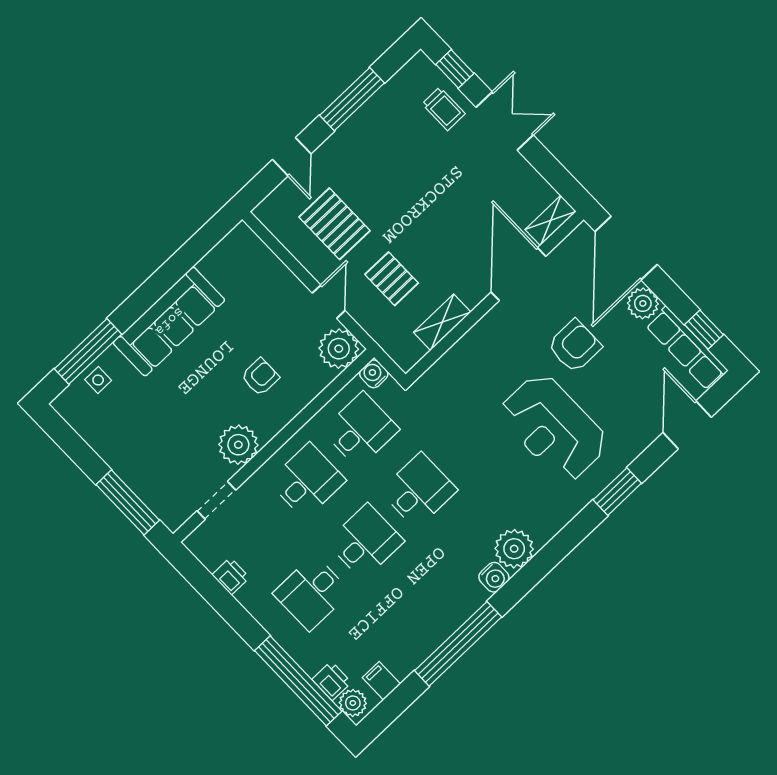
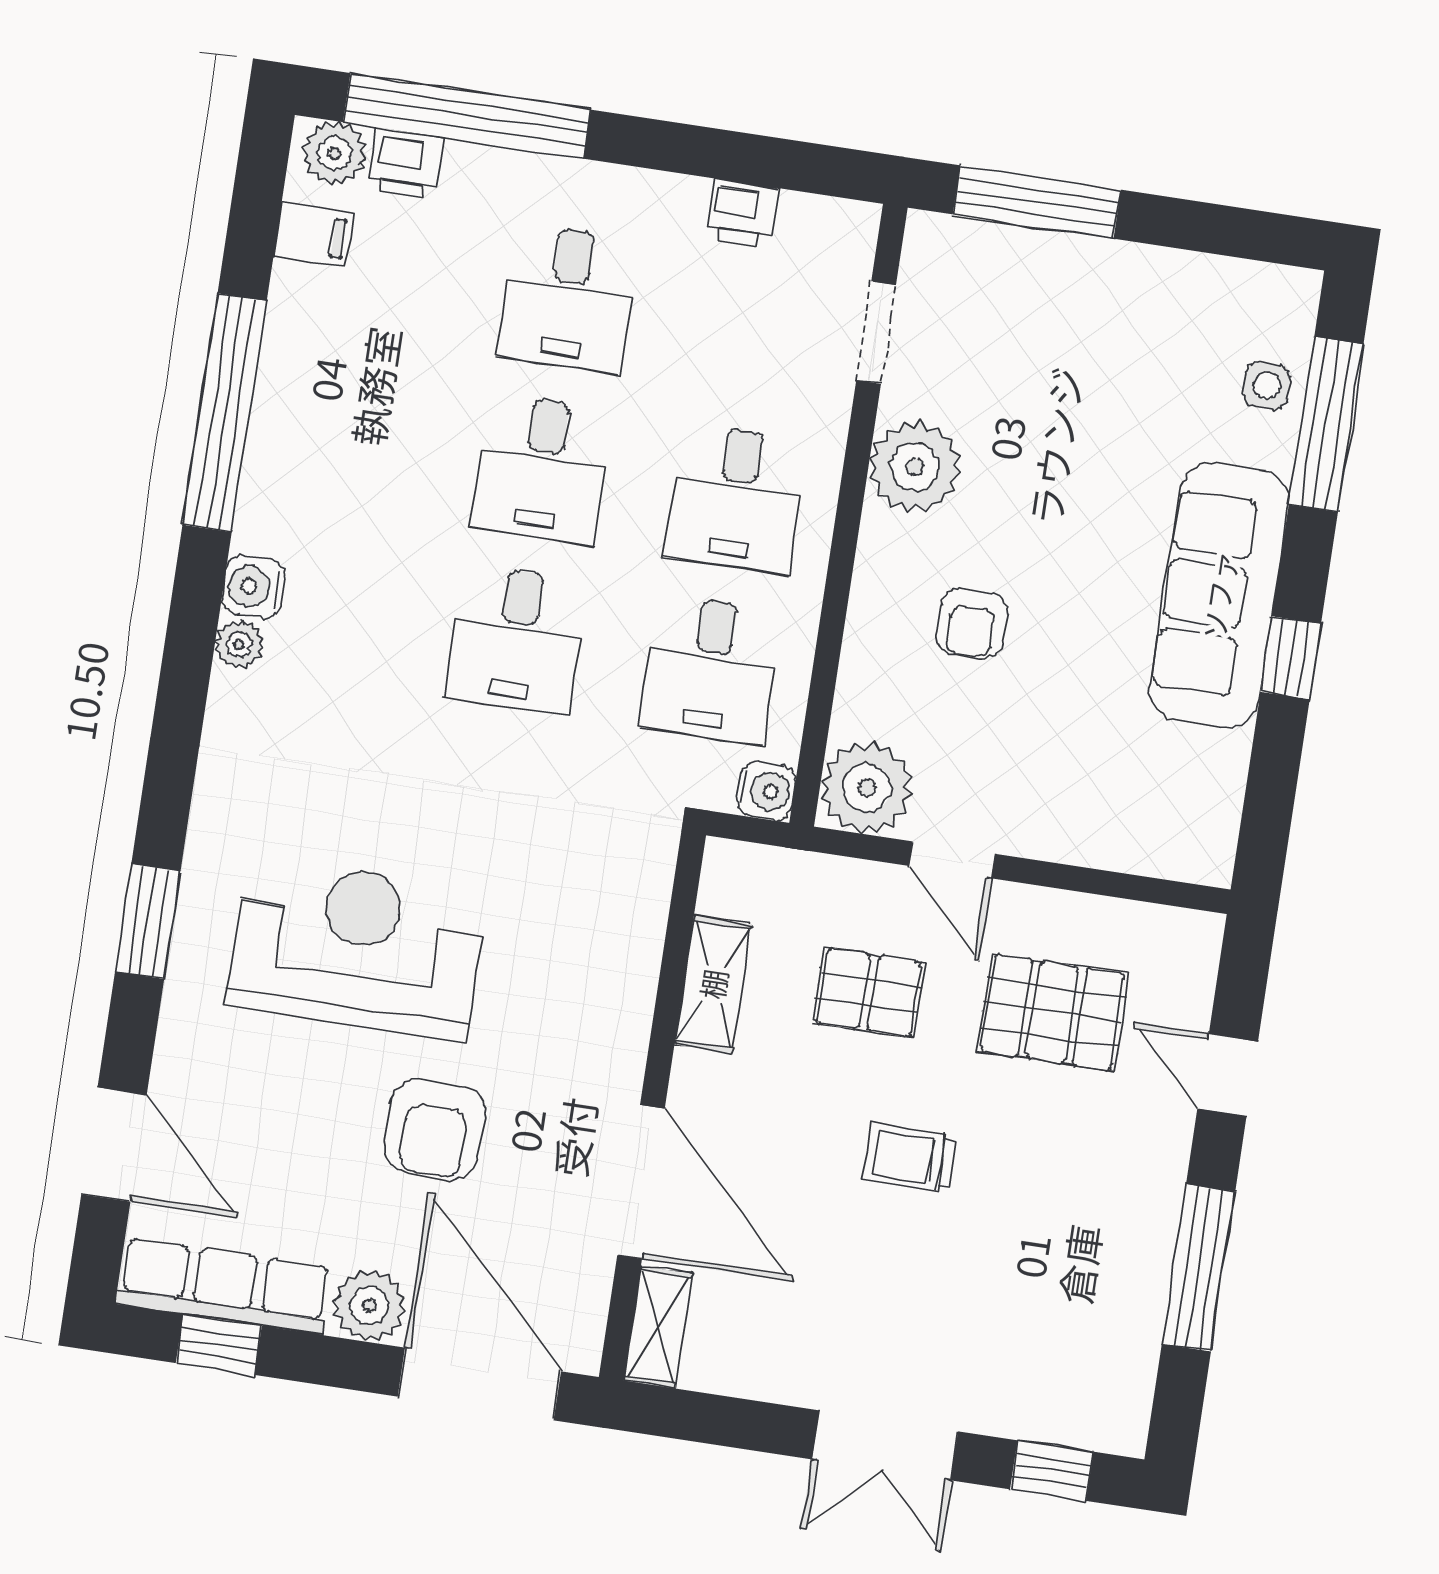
trolley: (444, 109) -> (910, 1158), moved
window: (161, 282) -> (1291, 658), added
plant: (514, 549) -> (239, 644), width x0.53, depth x0.53
desk: (312, 593) -> (568, 298), turned 180

